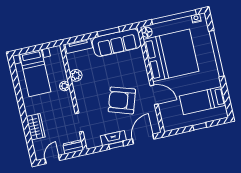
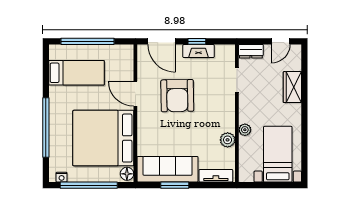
armchair: (122, 100) -> (177, 96), turned 71
window: (200, 126) -> (87, 41), width x3.17
door: (143, 139) -> (162, 41), hinge flipped

